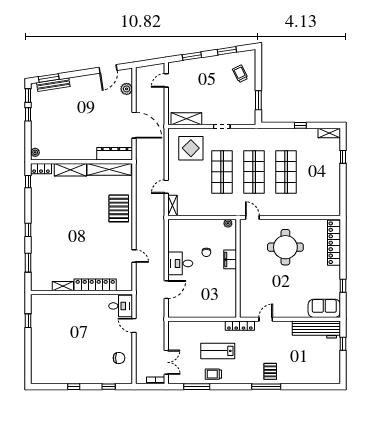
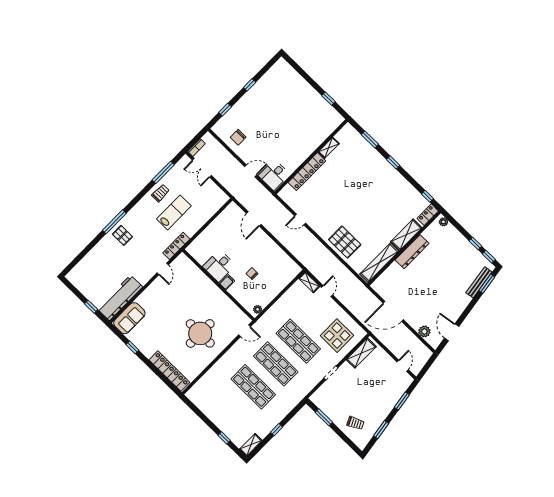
dresser: (115, 154) -> (412, 252), moved
filing cabinet: (230, 259) -> (227, 282), width x0.50
desk: (180, 263) -> (219, 266), moved, turned 180

